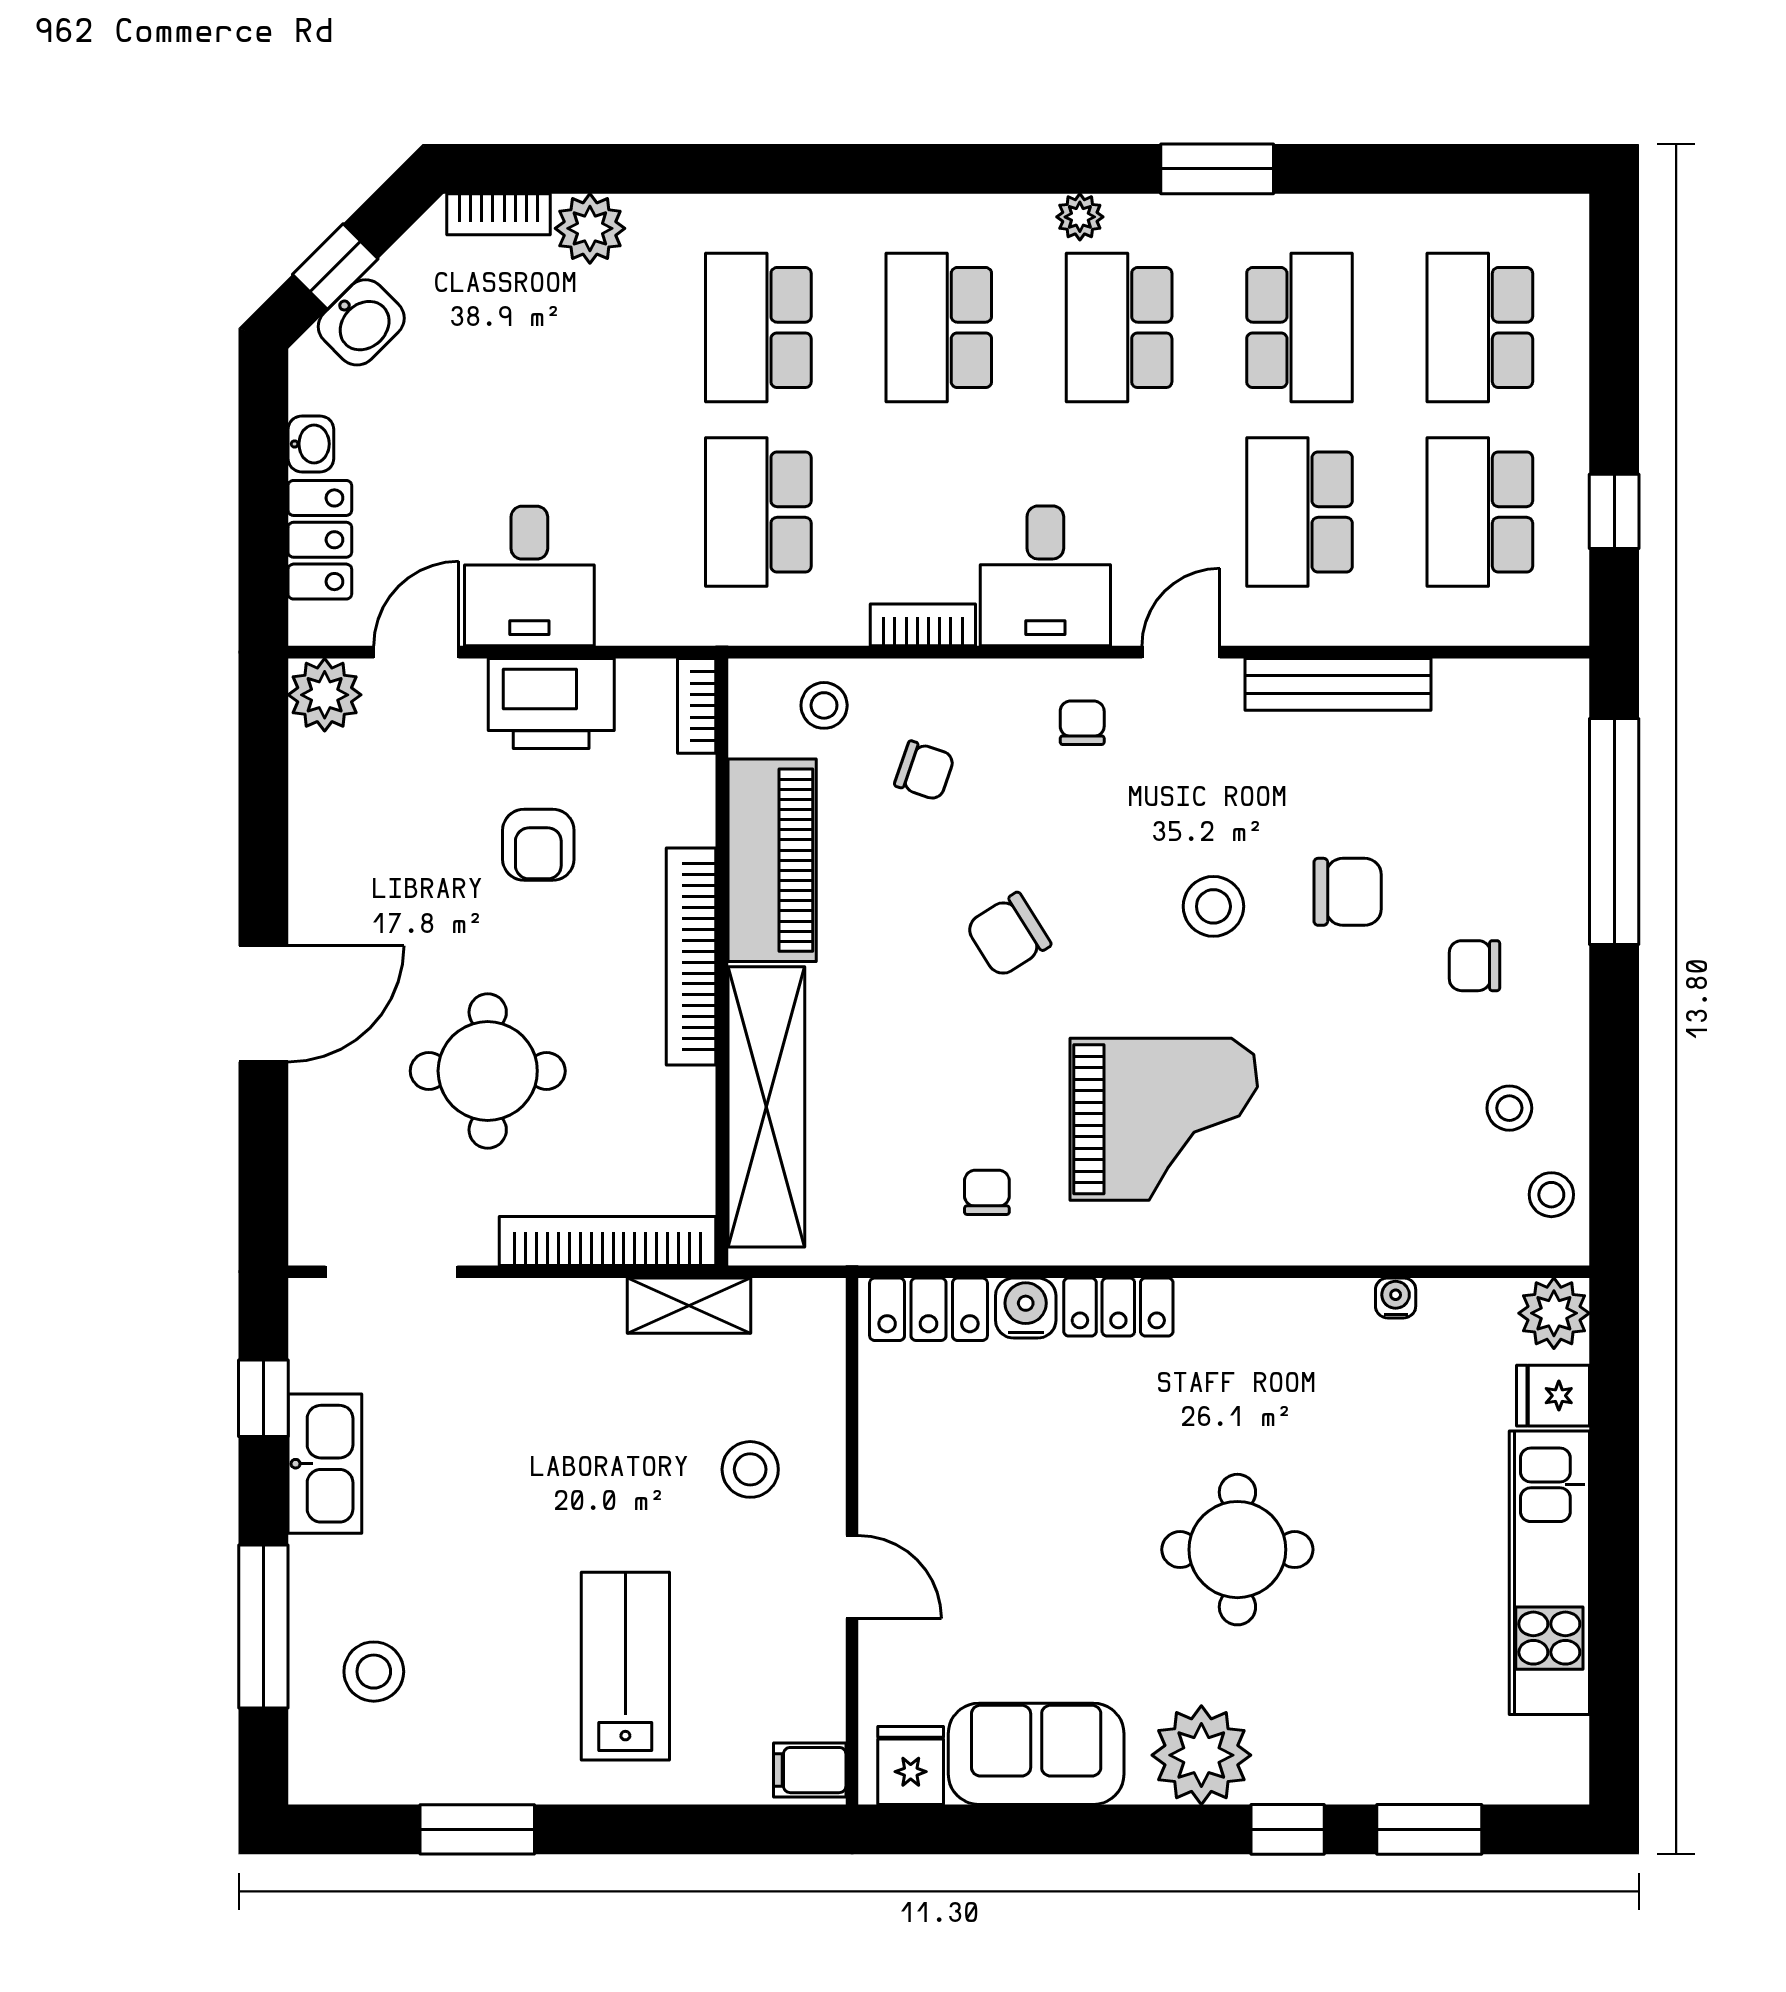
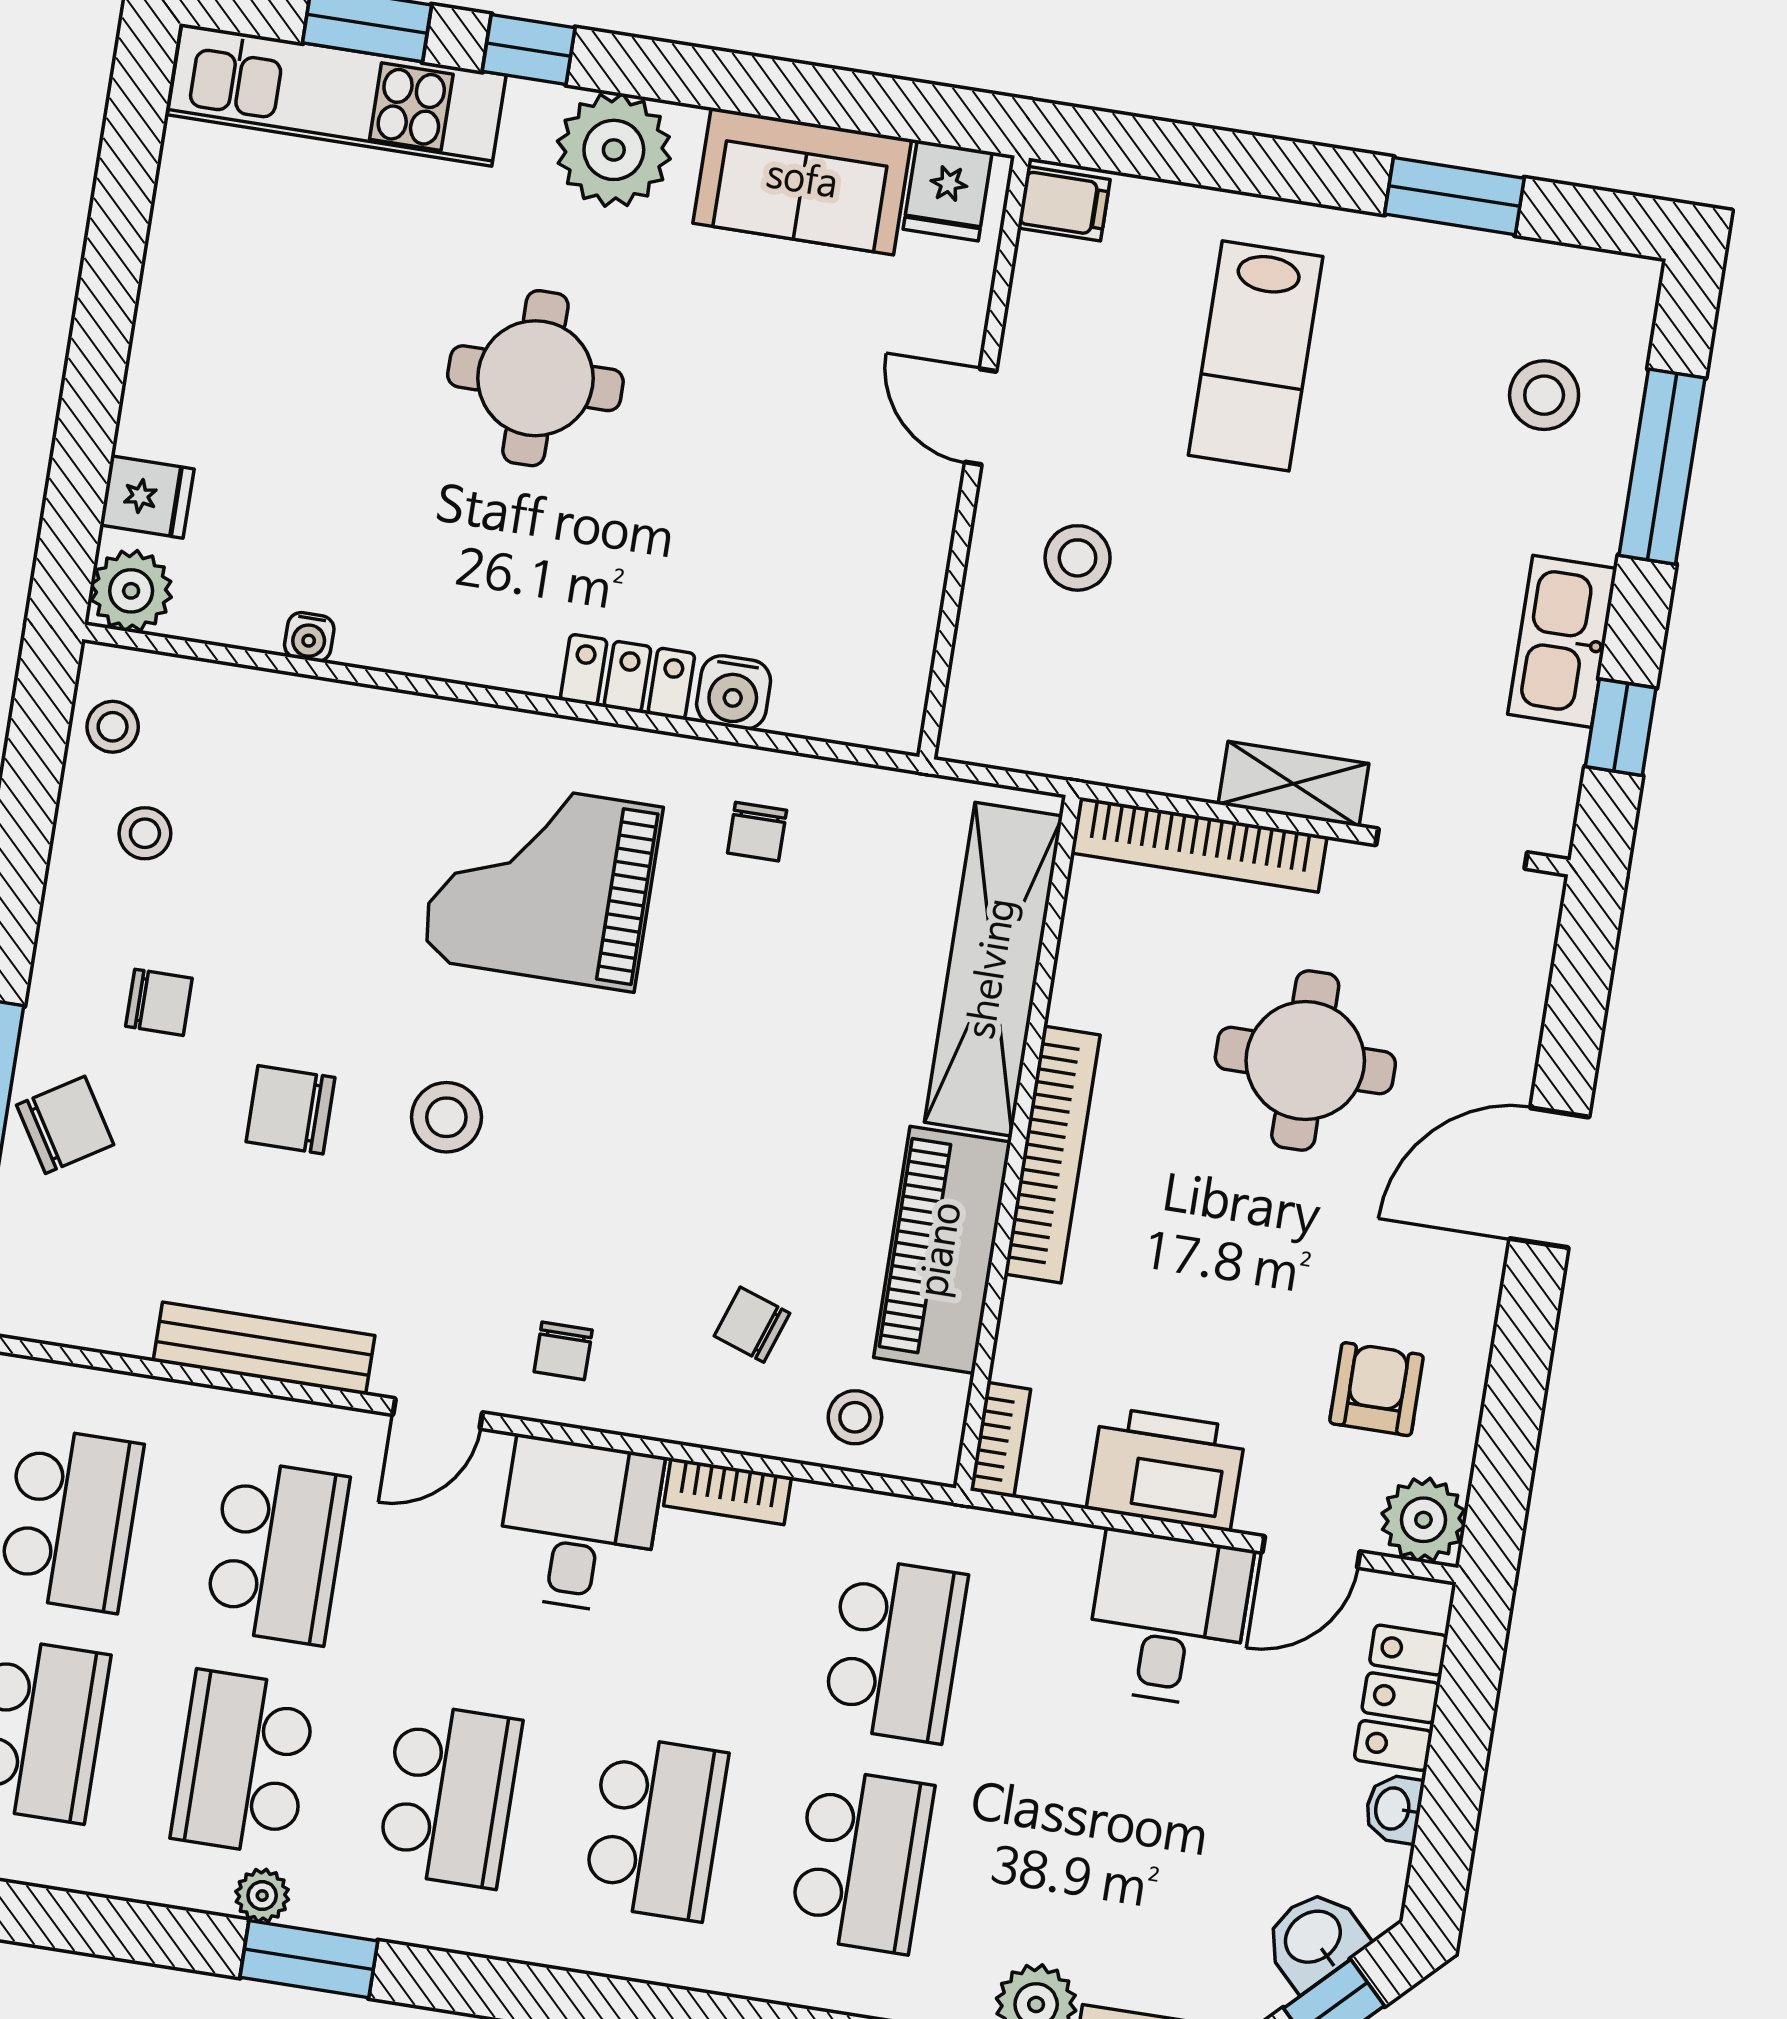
plant: (1080, 217) -> (262, 1896), moved
armchair: (538, 845) -> (1376, 1389), moved
chair: (1008, 935) -> (65, 1125), moved
shelving: (689, 1306) -> (1293, 784), moved
locker: (928, 1309) -> (845, 709), removed
kitchen unit: (1549, 1573) -> (337, 95), moved, turned 90

